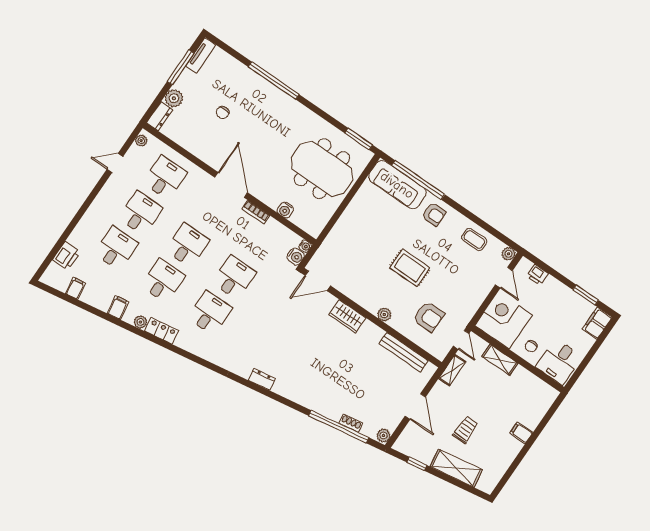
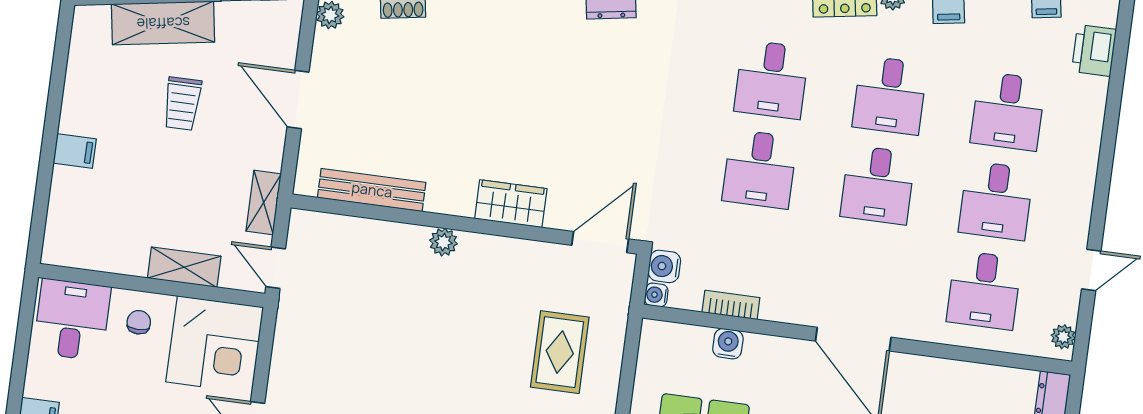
bookcase: (256, 212) -> (731, 305), moved
rug: (410, 268) -> (560, 352), moved, turned 90
armchair: (429, 317) -> (359, 280), removed

